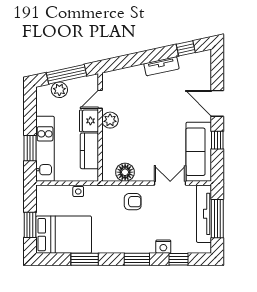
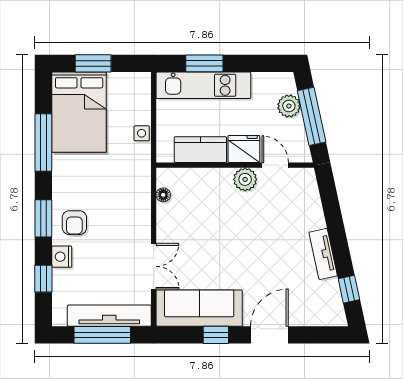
floor lamp: (125, 172) -> (163, 195), width x0.53, depth x0.53
armchair: (133, 202) -> (74, 223), moved
window: (85, 259) -> (43, 143), width x1.44

